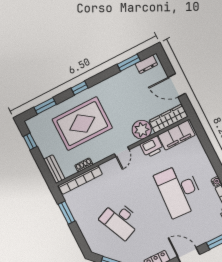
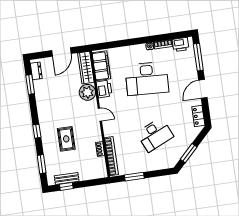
rug: (82, 124) -> (66, 139), width x0.54, depth x0.49
bench: (54, 169) -> (67, 179), moved

